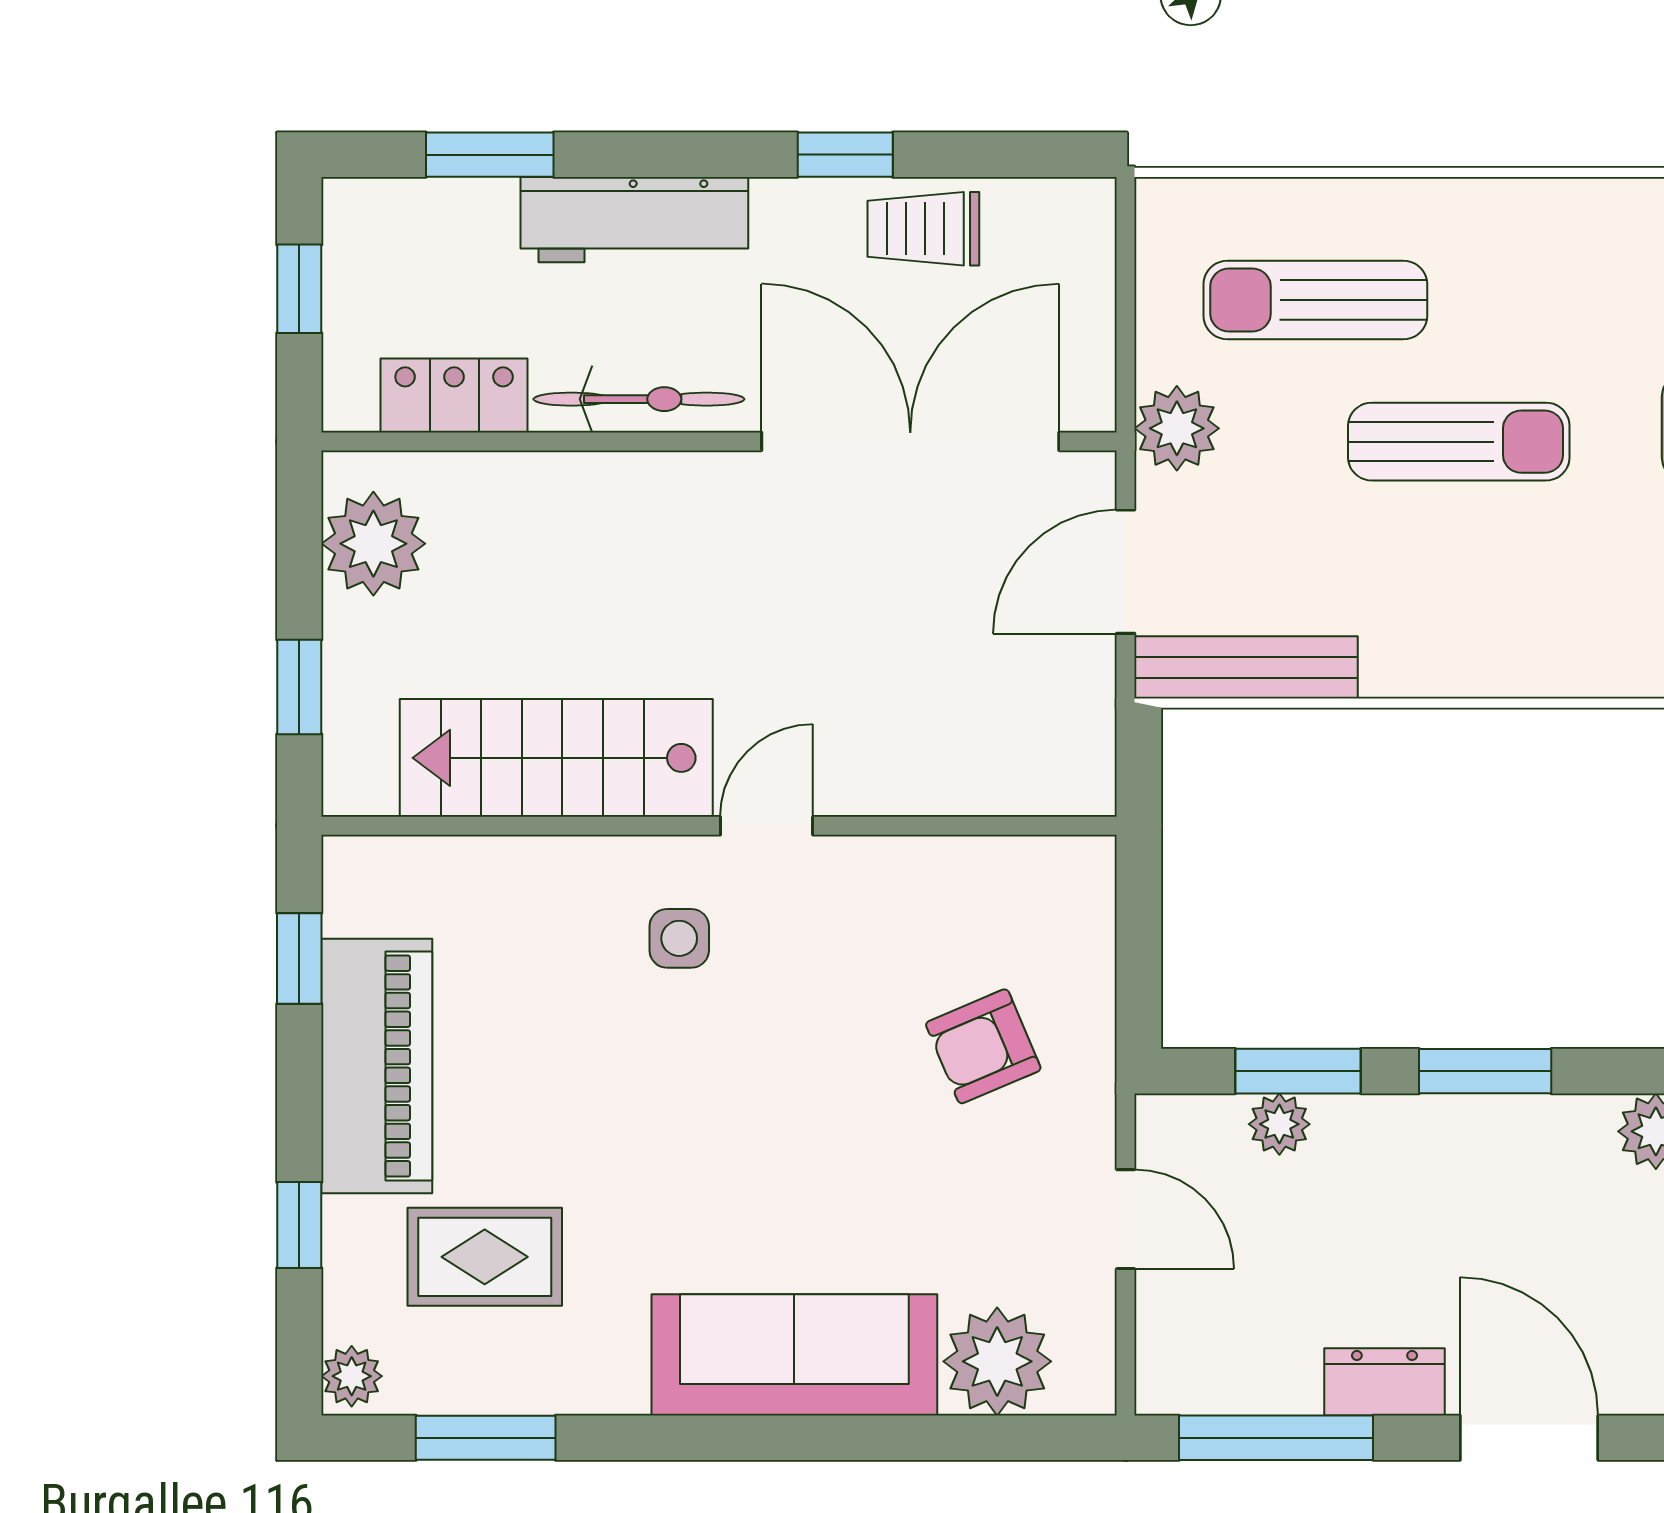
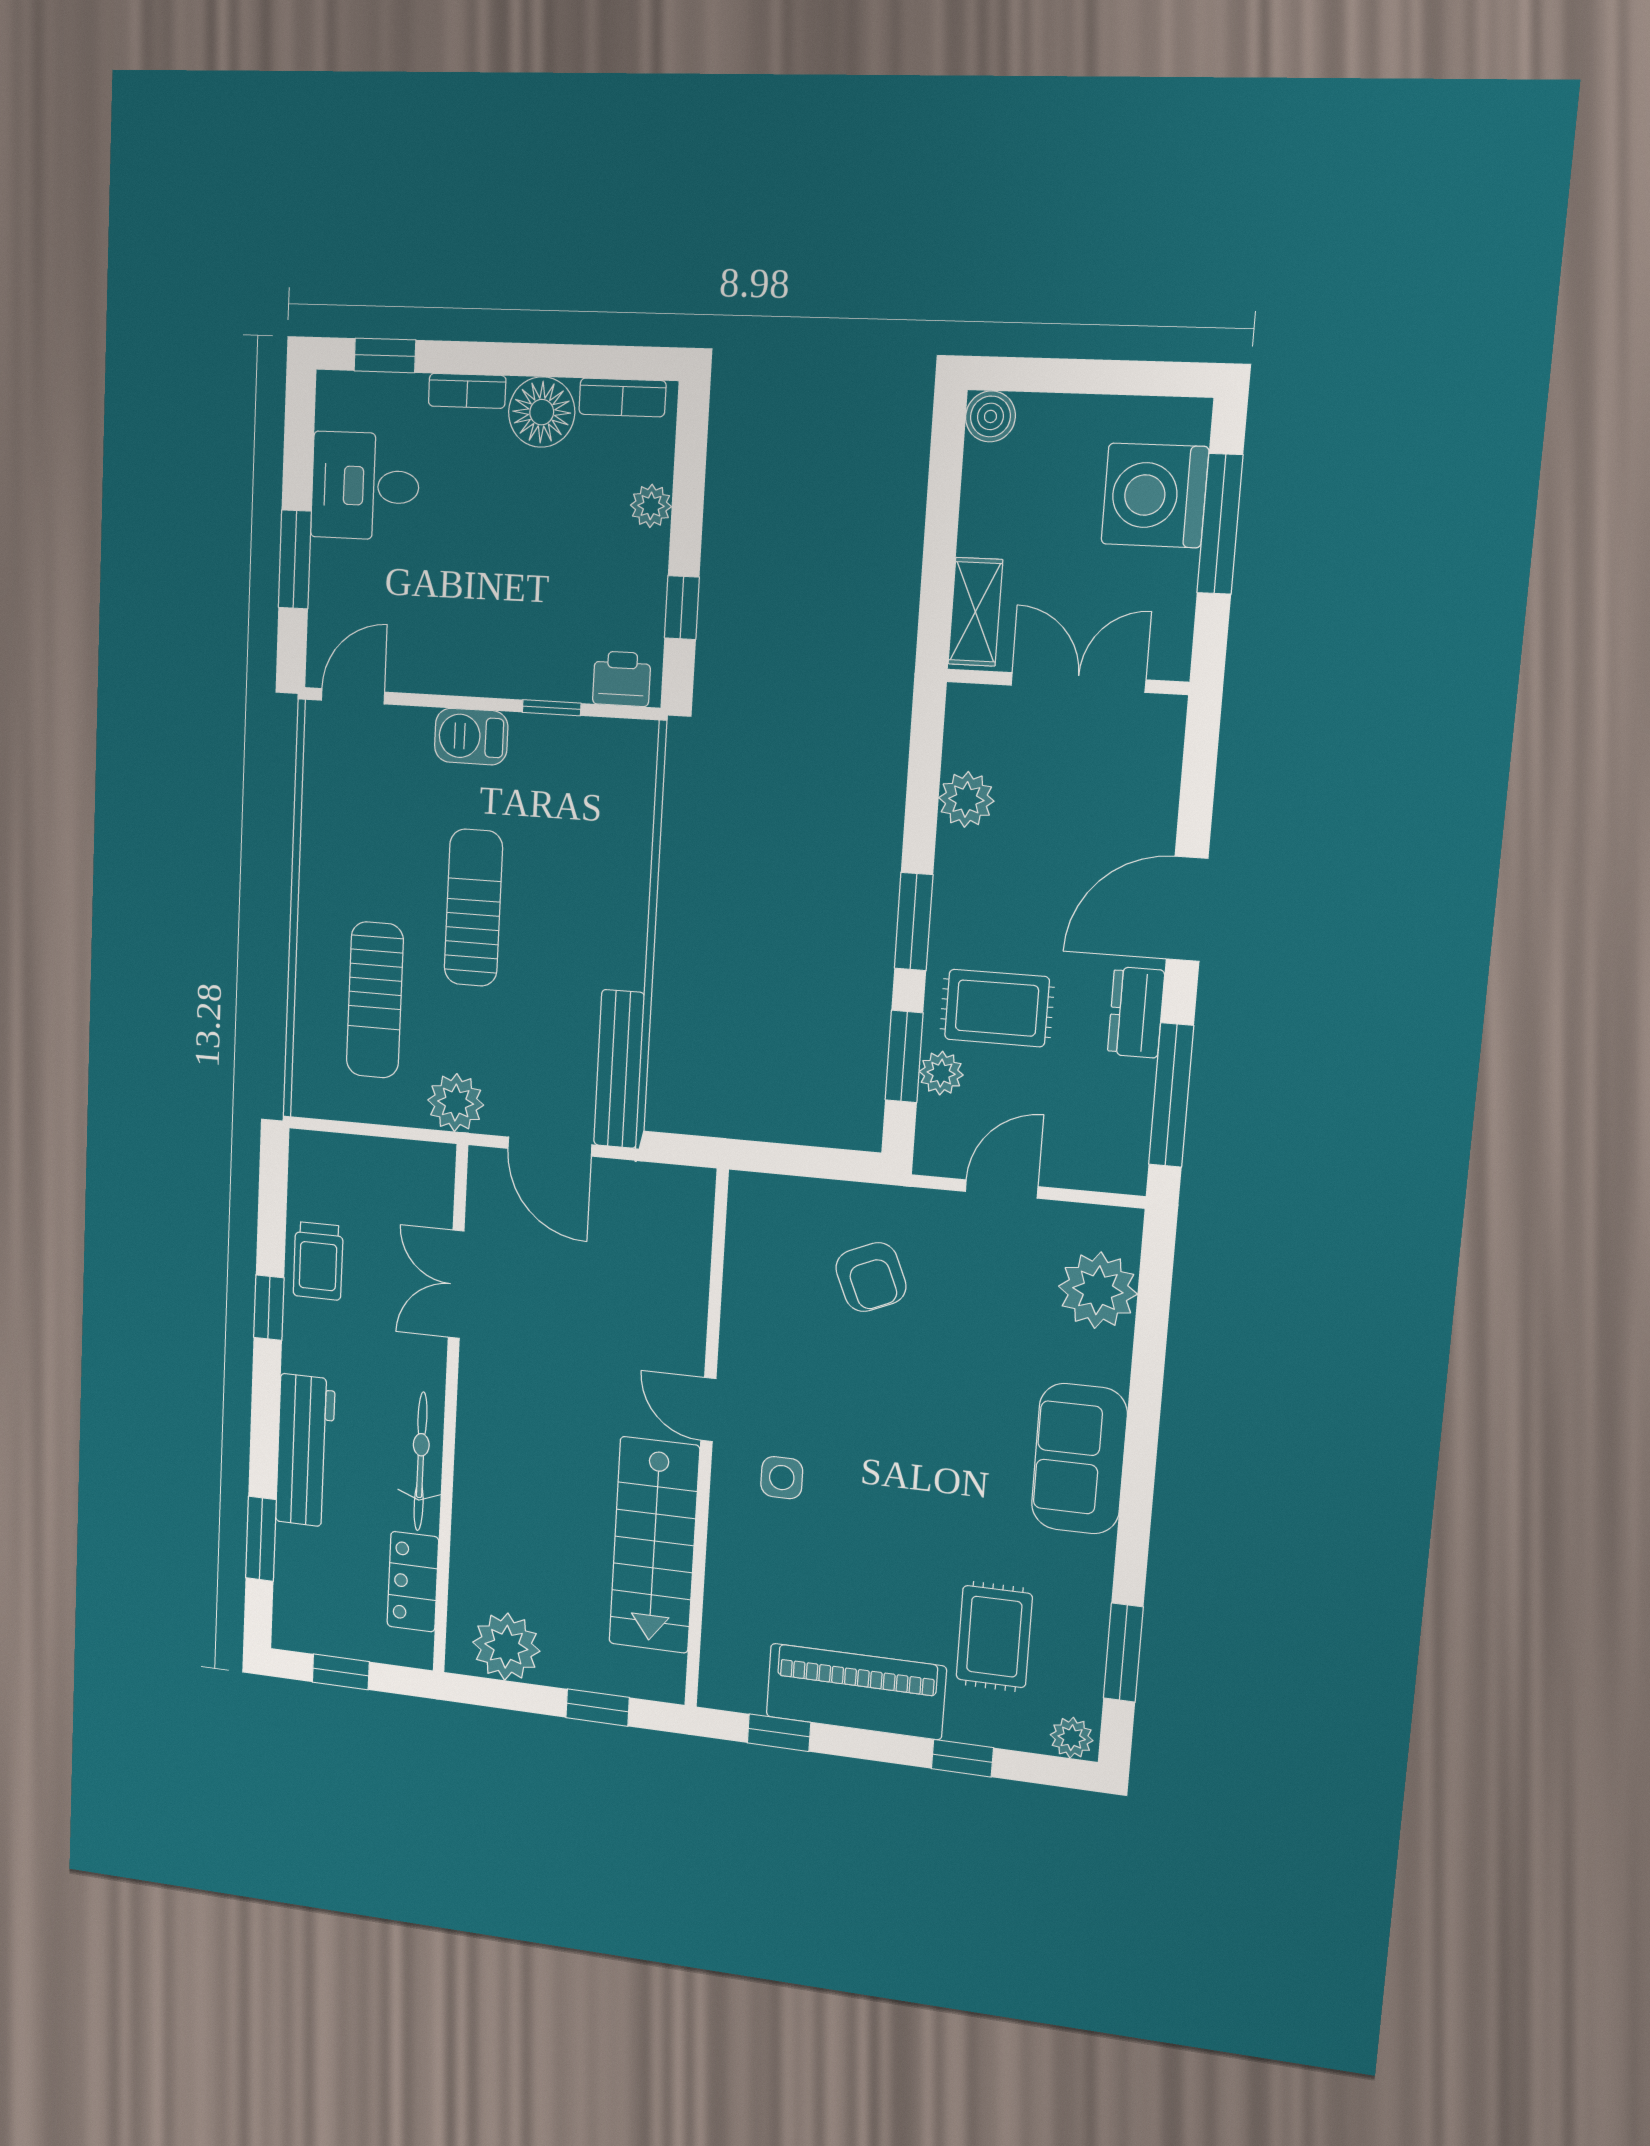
double door: (910, 441) -> (456, 1284), width x0.54
rug: (1375, 1194) -> (997, 1008), added
sofa: (794, 1355) -> (1079, 1459), width x0.73

